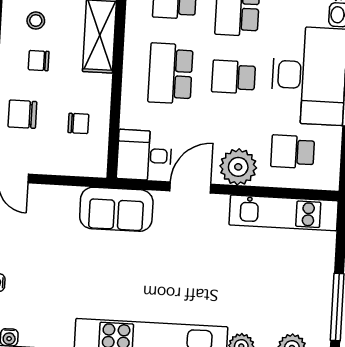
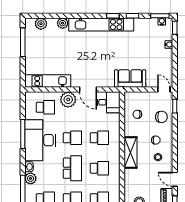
school desk: (170, 73) -> (99, 138), width x0.54
door: (190, 188) -> (88, 90), hinge flipped
sofa: (116, 209) -> (130, 79), moved

